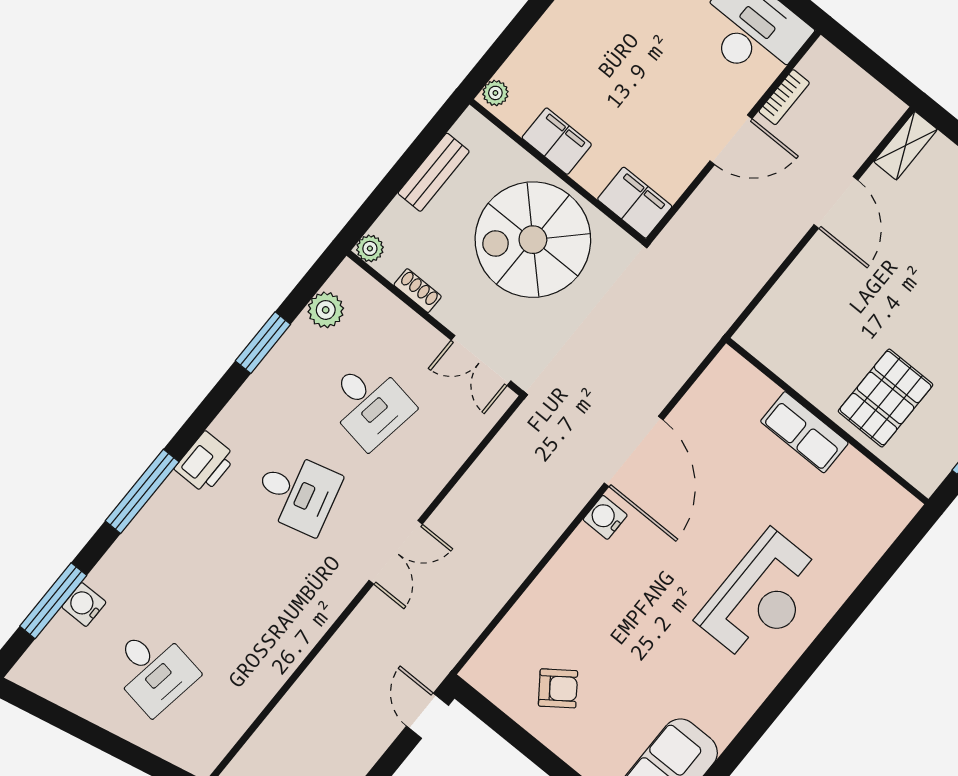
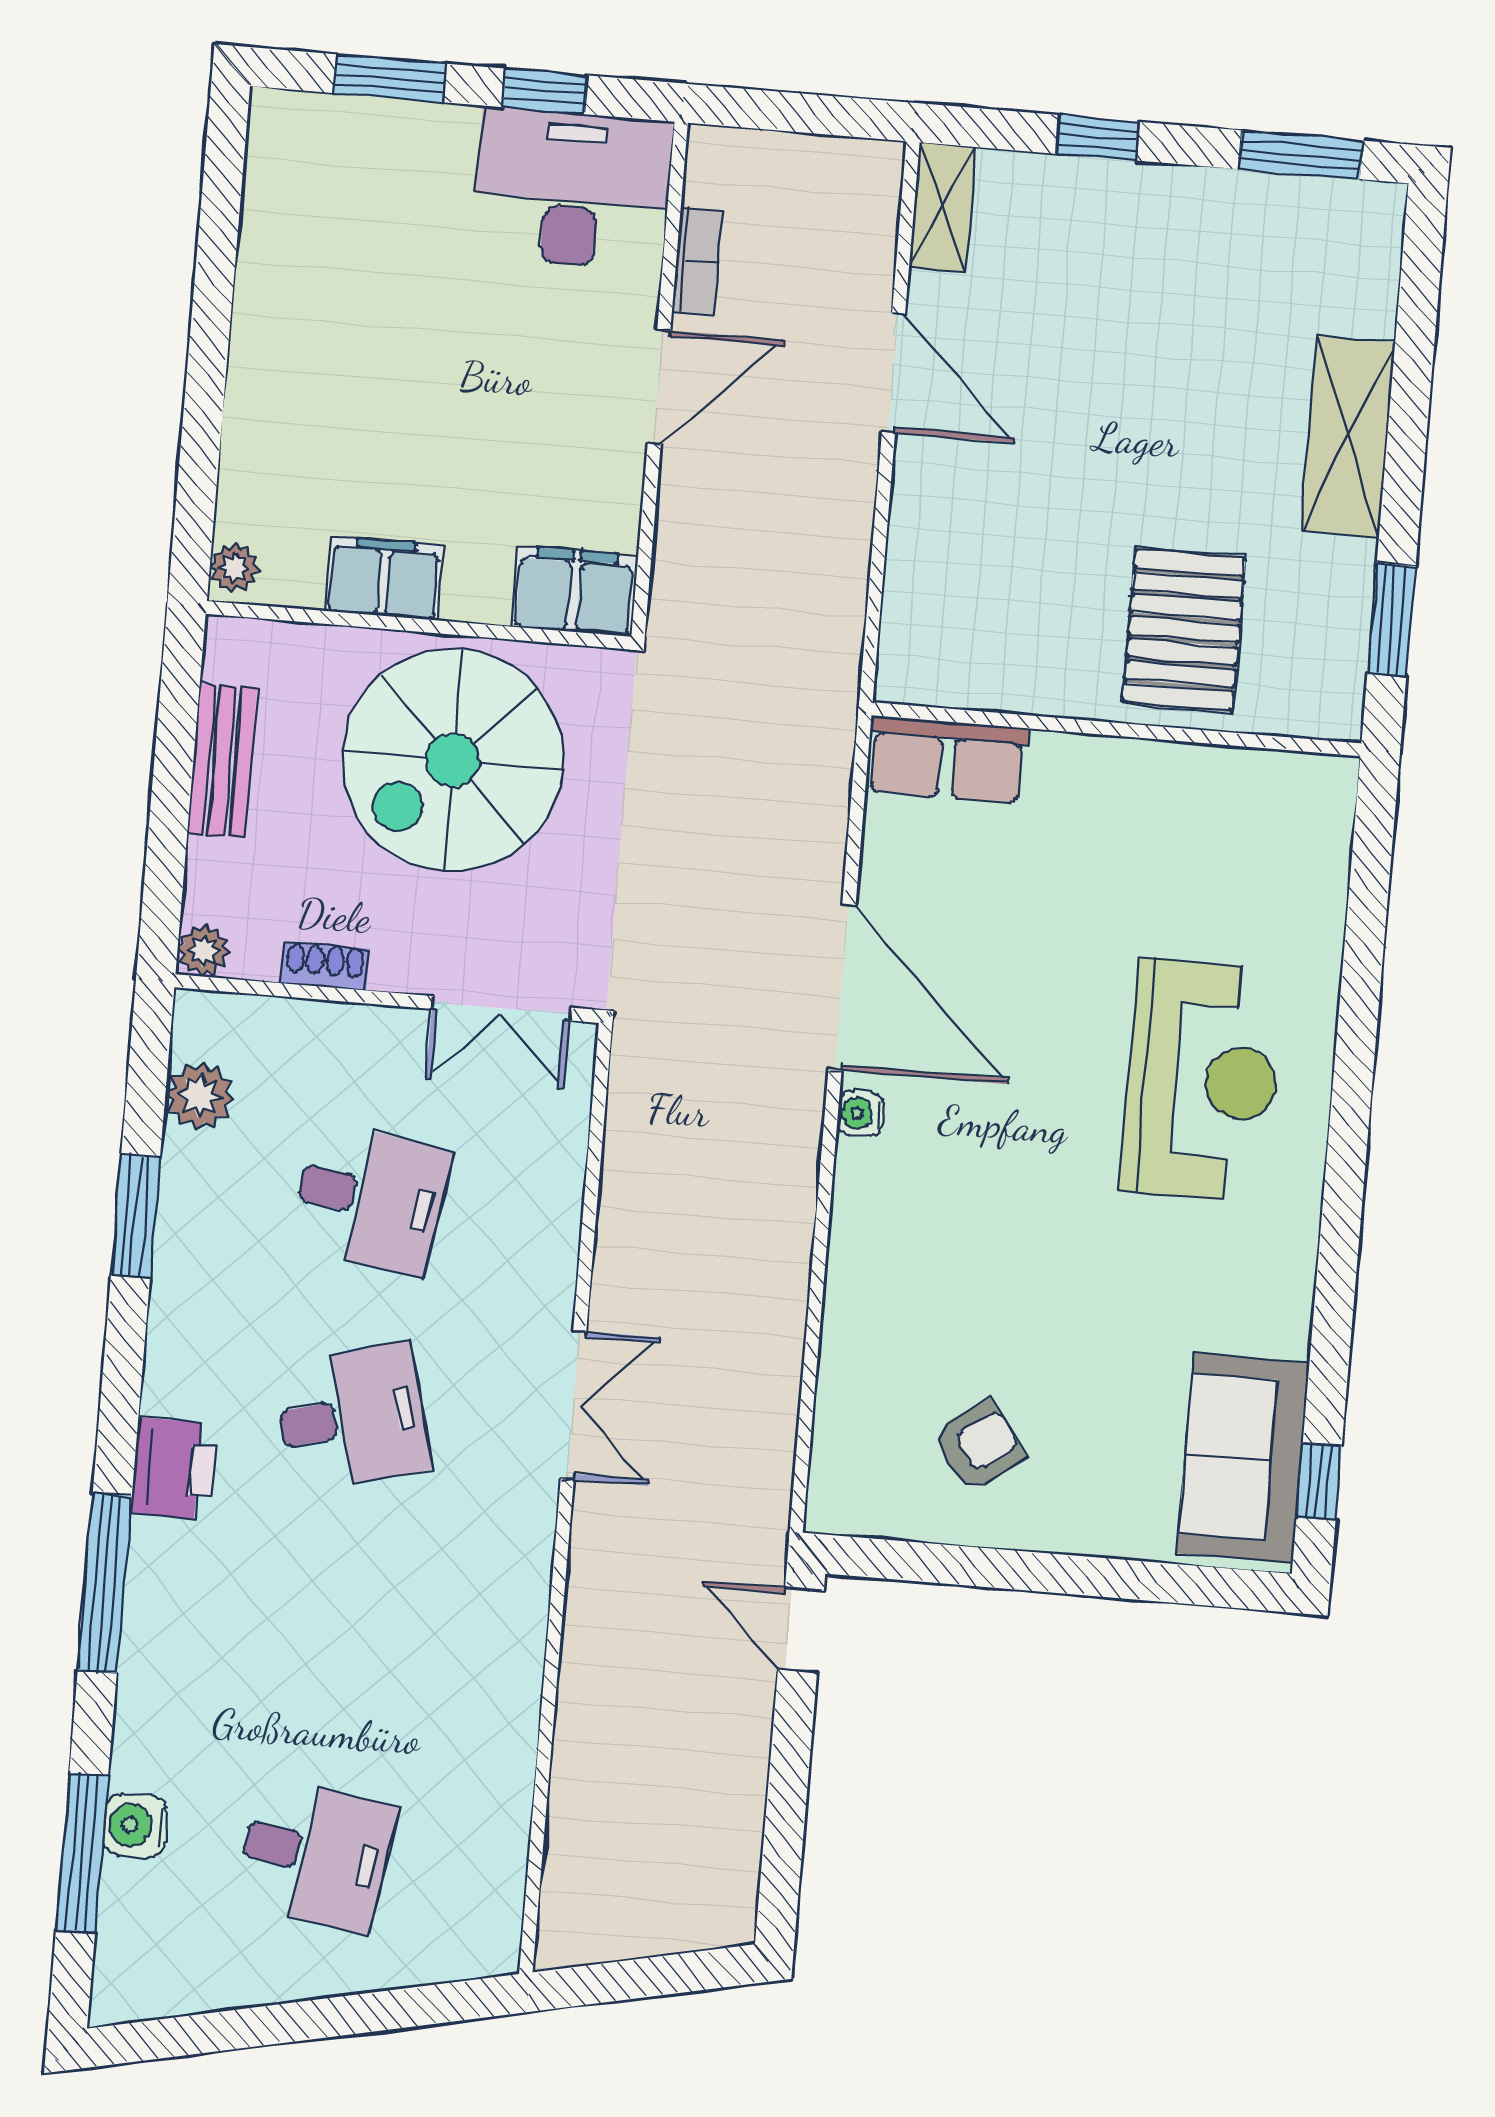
row of seats: (804, 432) -> (947, 760), moved
water cooler: (605, 517) -> (860, 1113), width x0.72, depth x0.72

